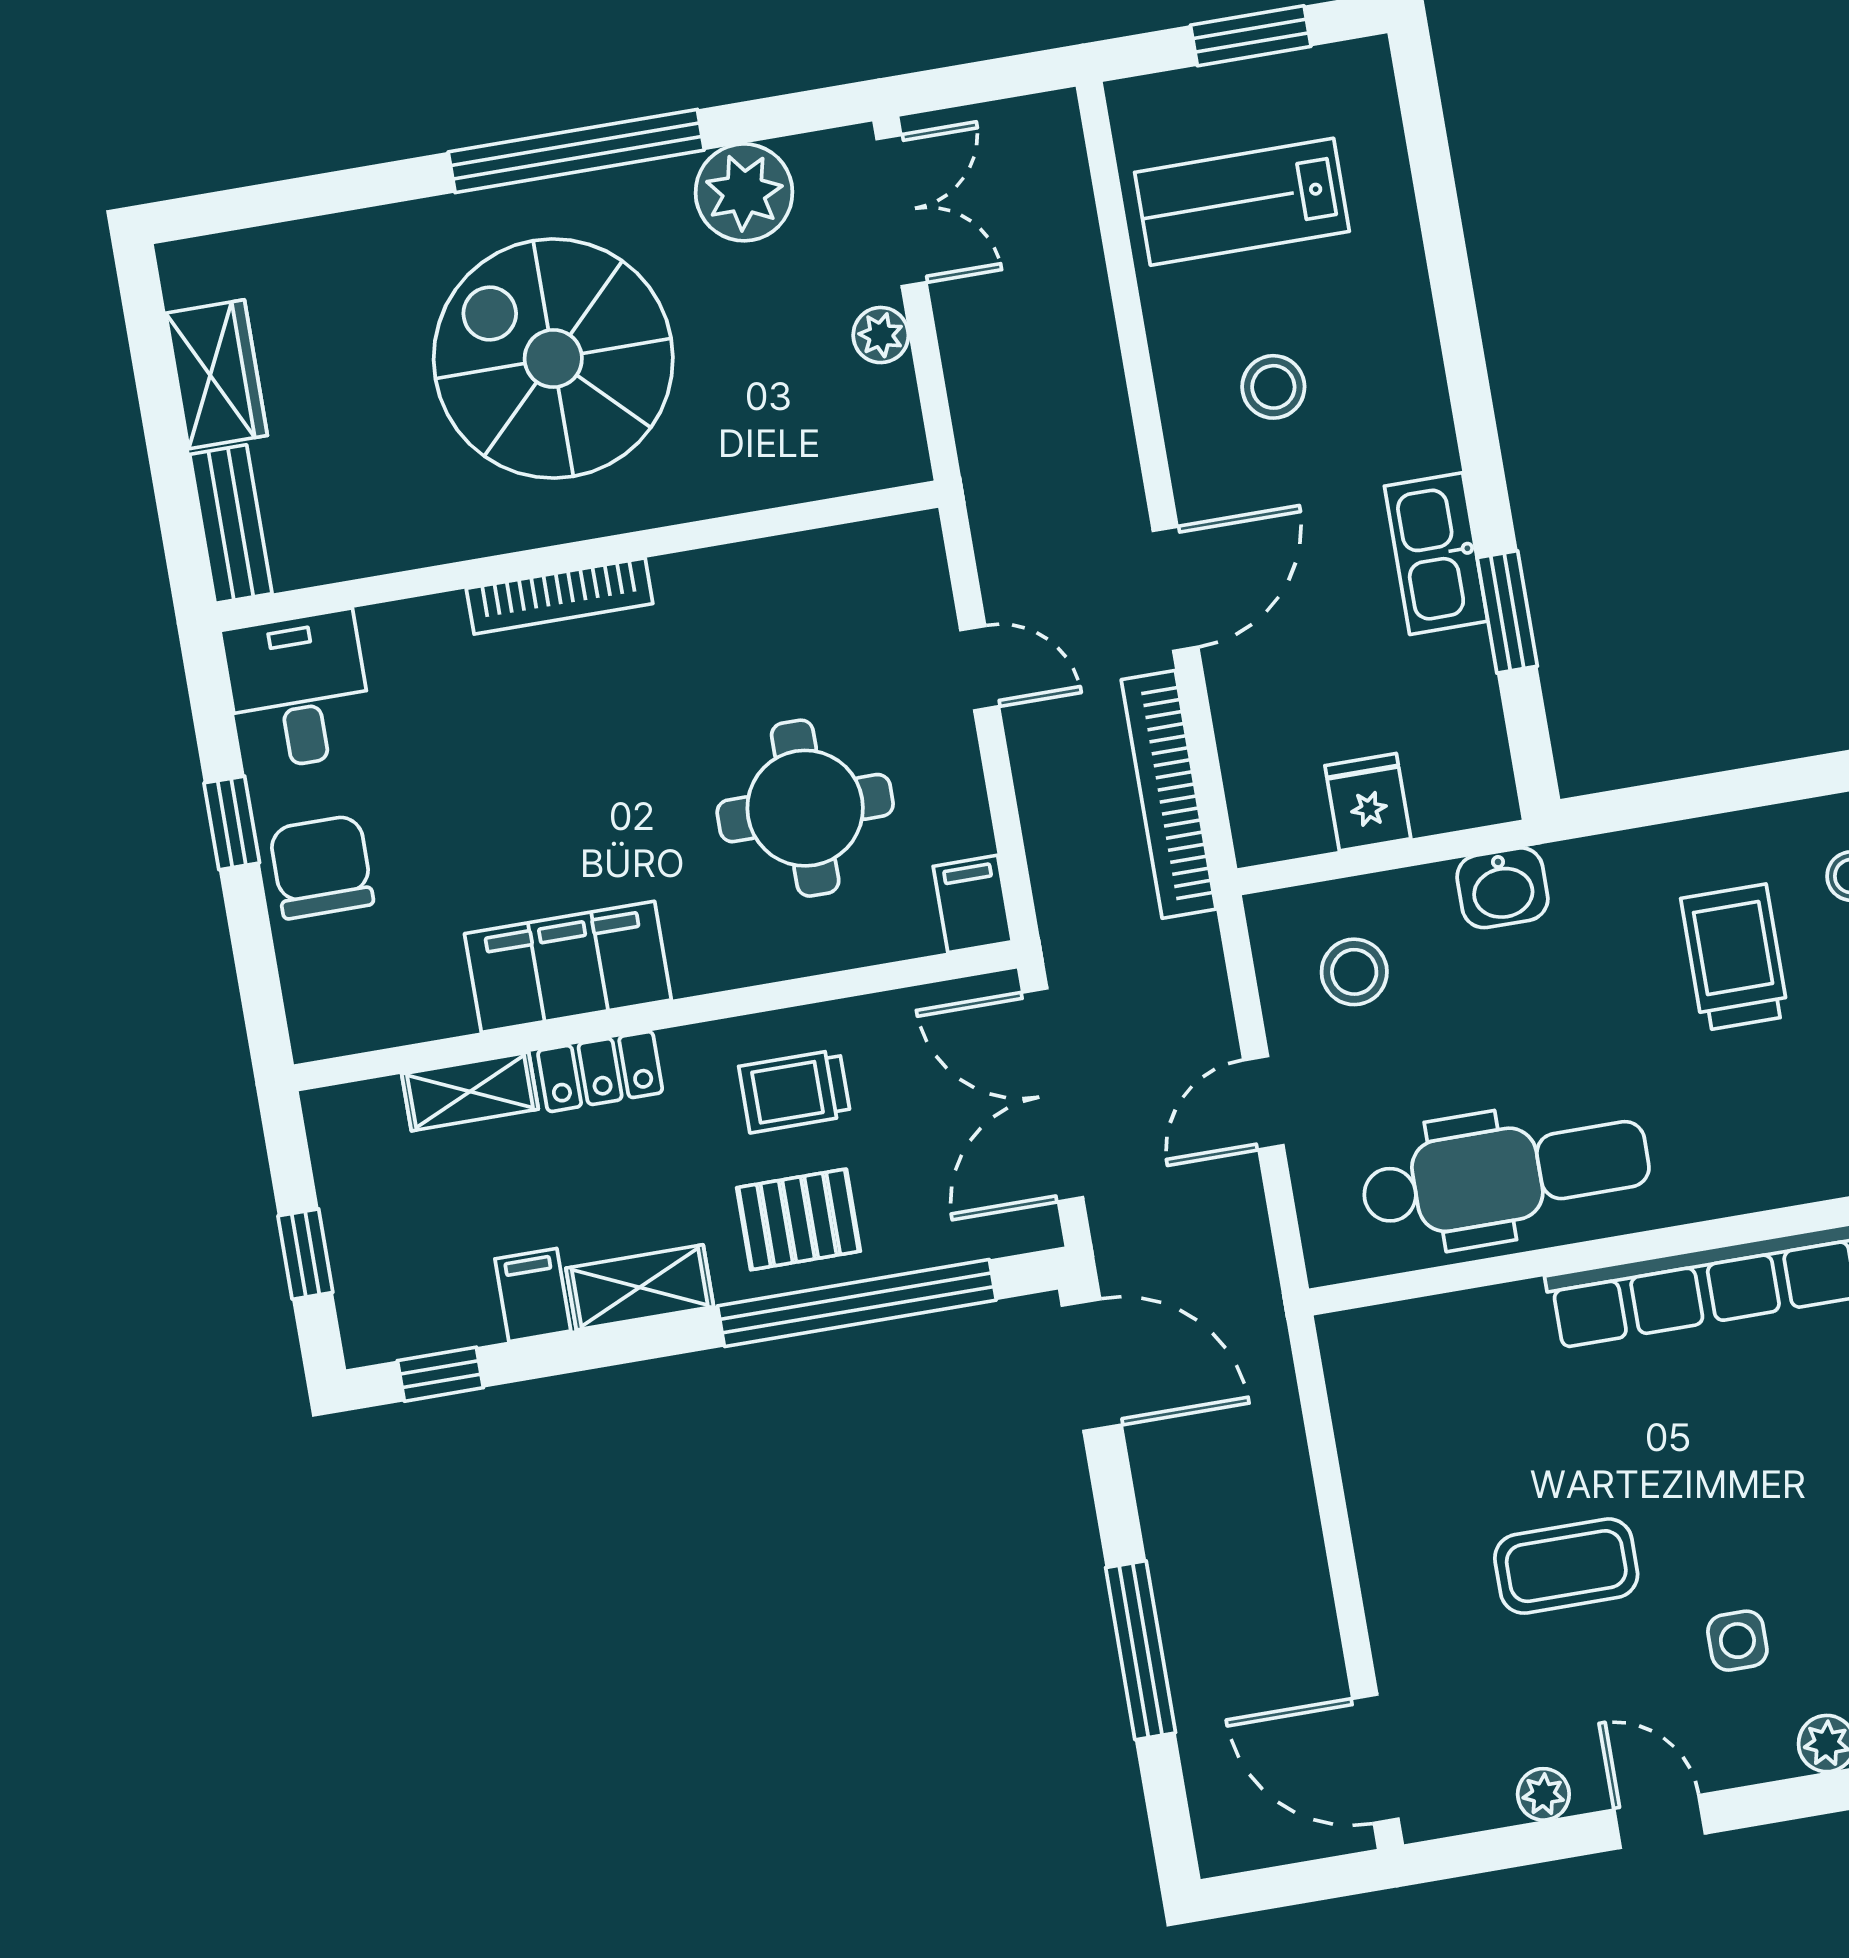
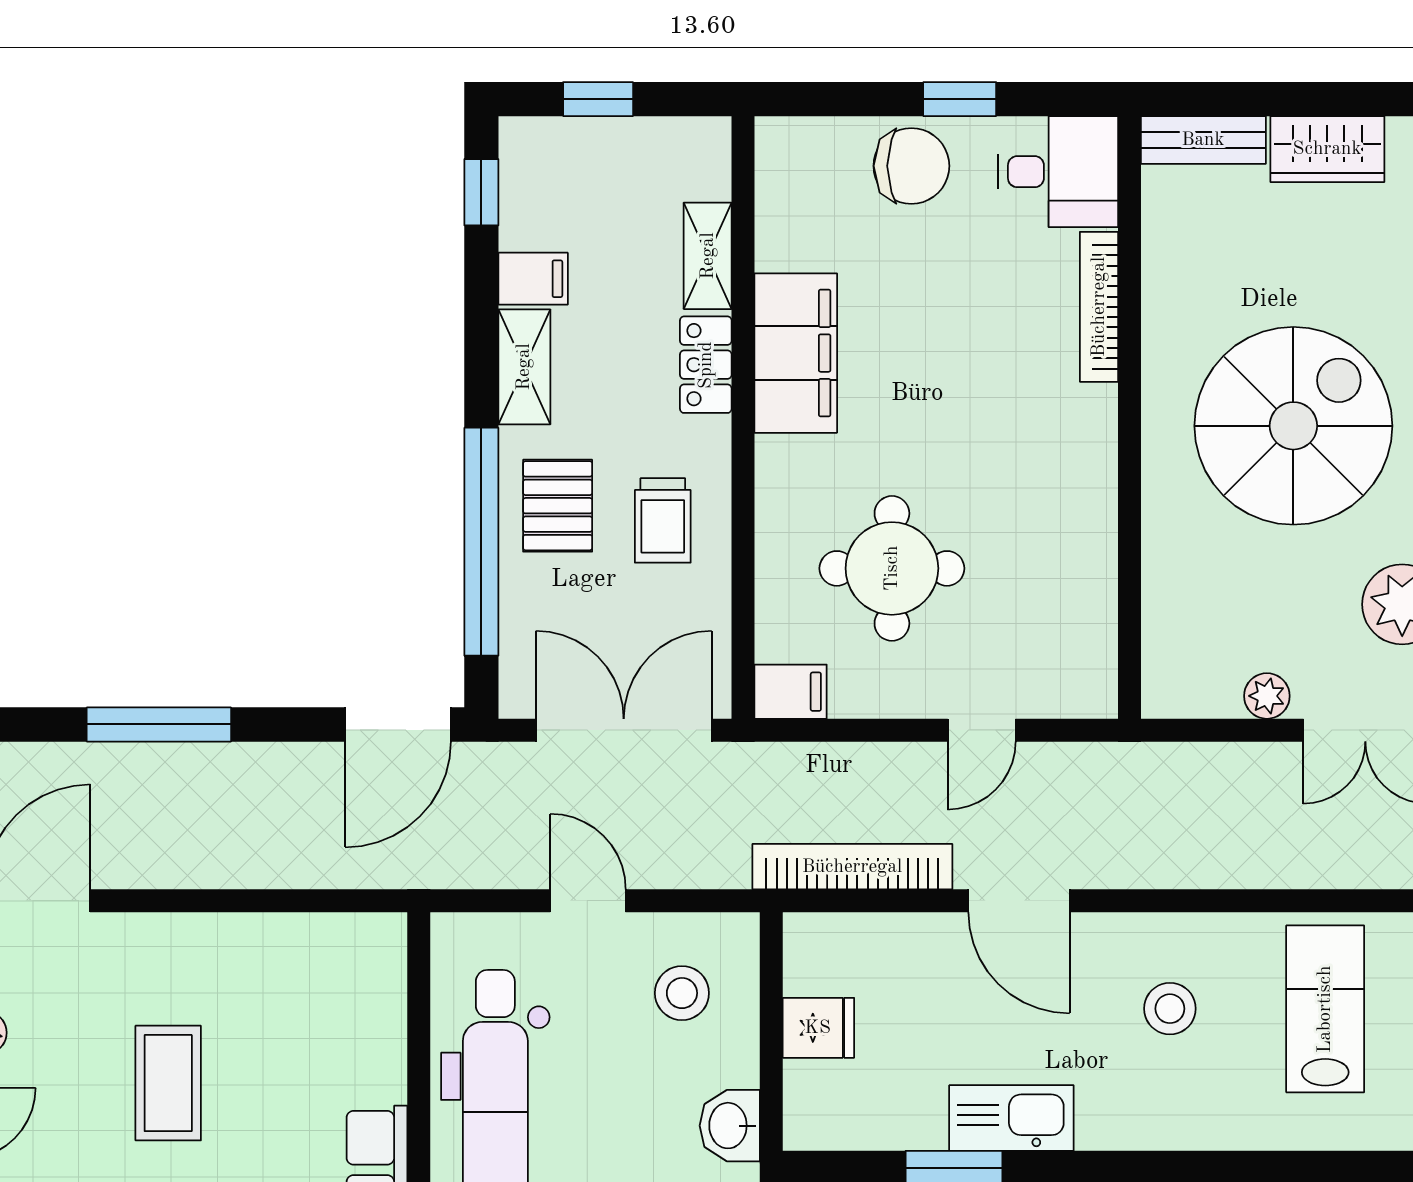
bookcase: (560, 596) -> (1099, 307), moved
trolley: (795, 1091) -> (663, 520), turned 180

